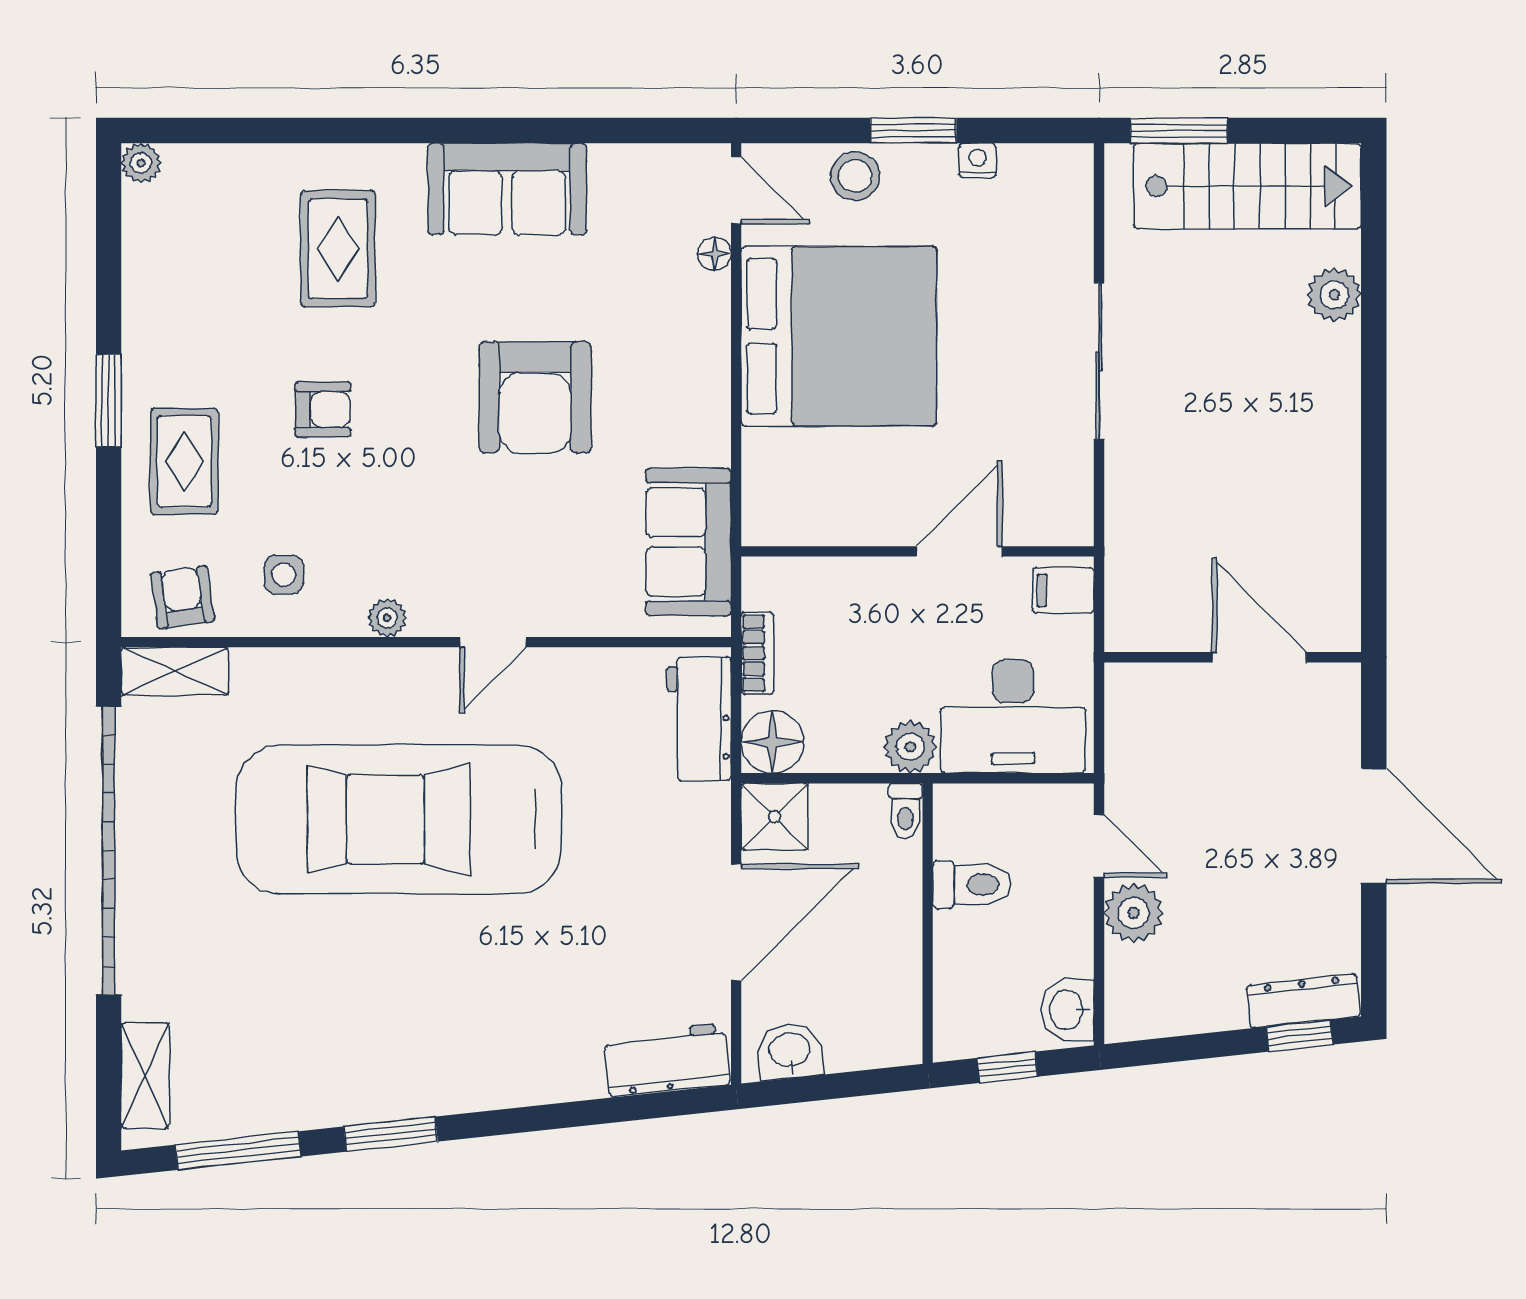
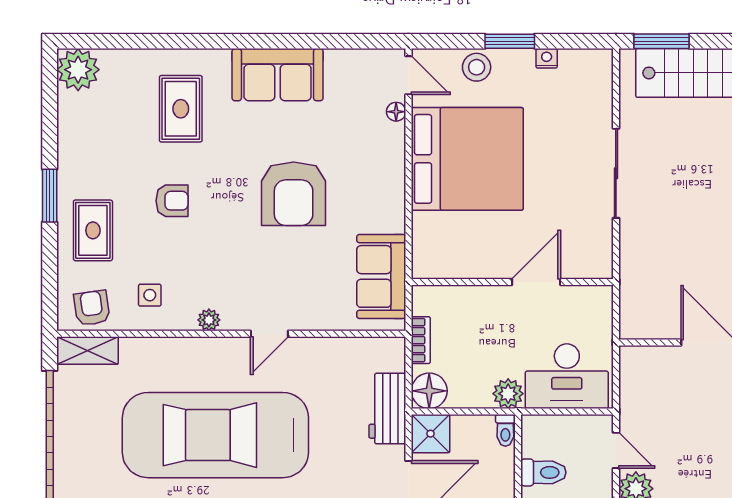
plant: (141, 163) -> (78, 70), width x1.88, depth x1.88
filing cabinet: (1063, 590) -> (596, 304), removed
workbench: (699, 719) -> (387, 409), moved

